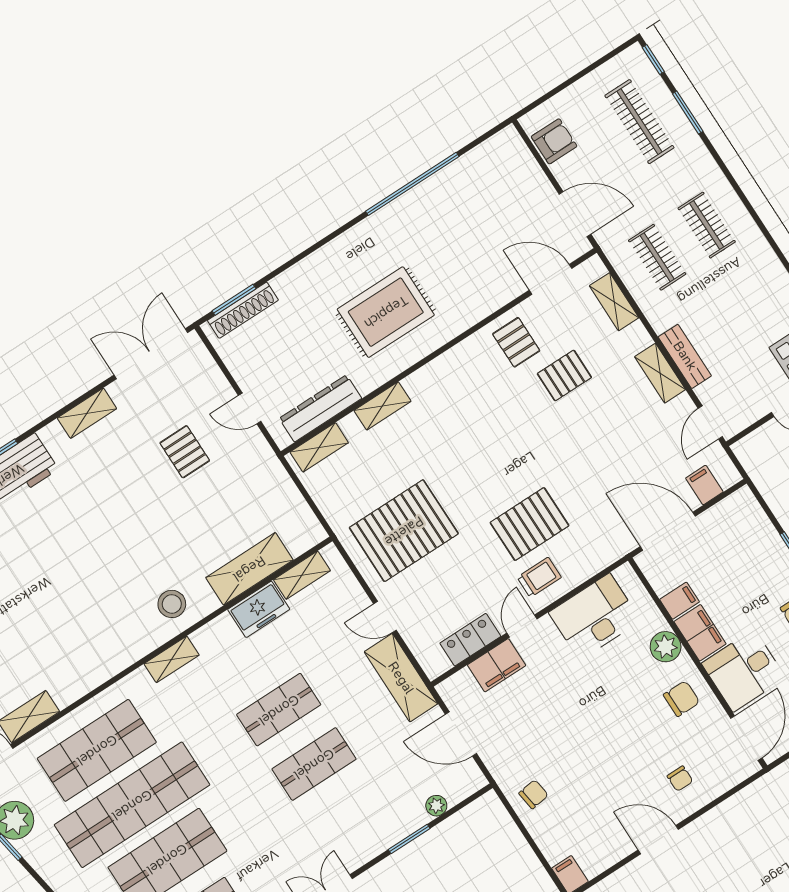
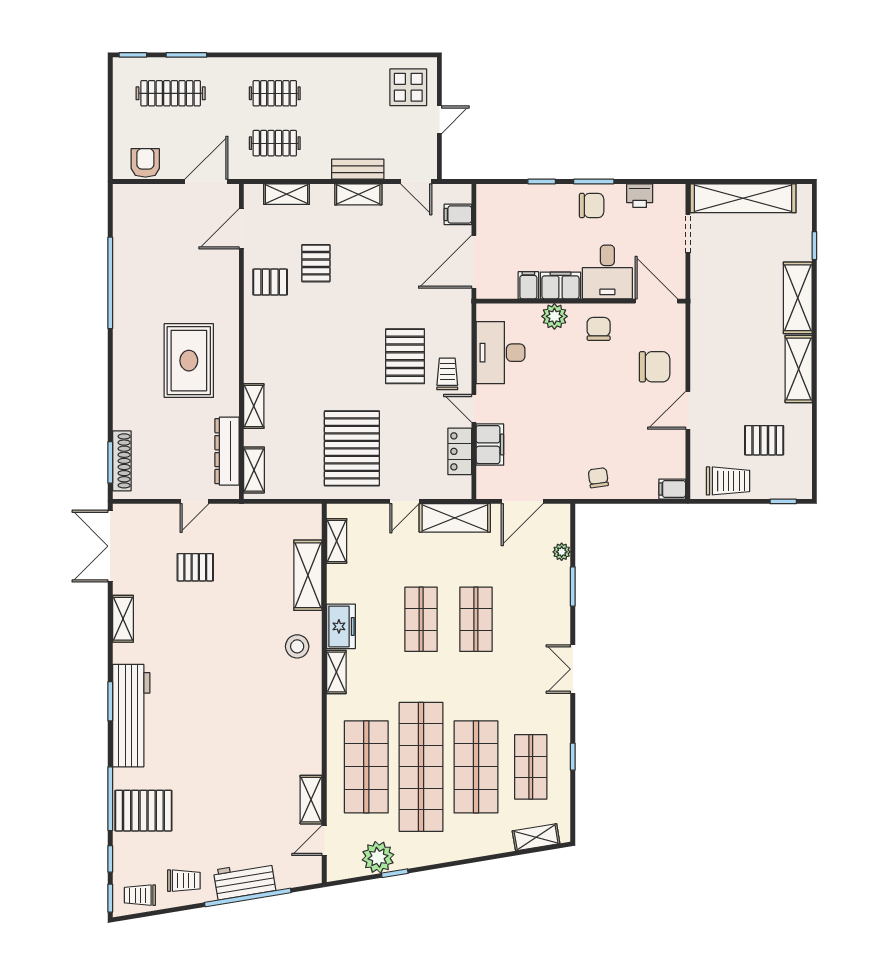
freezer: (259, 609) -> (341, 626), moved
chair: (680, 779) -> (655, 367), width x1.87, depth x1.87

